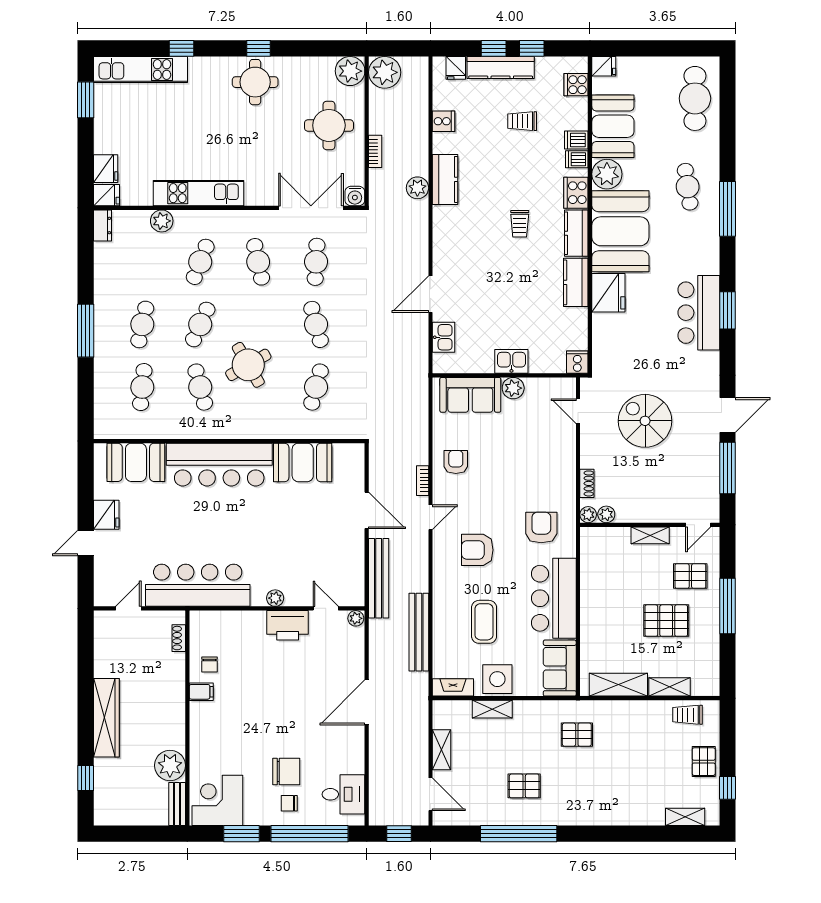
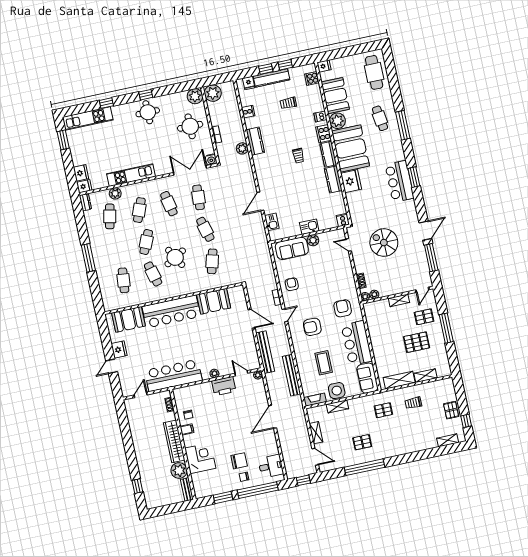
dishwasher: (576, 140) -> (318, 107), removed
cafe table: (142, 324) -> (110, 216), moved
trolley: (688, 715) -> (413, 403), moved
wardrobe: (106, 718) -> (174, 441), moved, turned 180
corner desk: (217, 800) -> (200, 458), moved, turned 90

